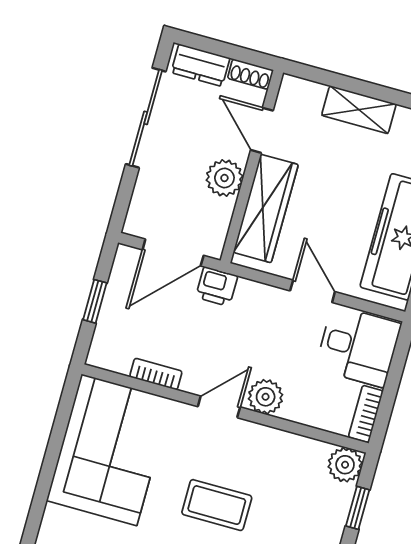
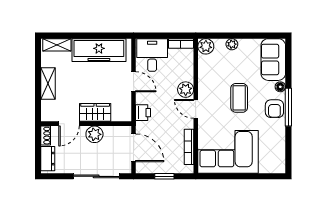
sliding door: (146, 118) -> (96, 176), moved
wardrobe: (266, 208) -> (95, 112), width x0.67
printer: (217, 286) -> (143, 113), moved
door: (313, 291) -> (134, 82), swing flipped
bookcase: (156, 374) -> (189, 147), width x1.56
window: (358, 508) -> (223, 36), removed
plant: (334, 521) -> (232, 44), added

